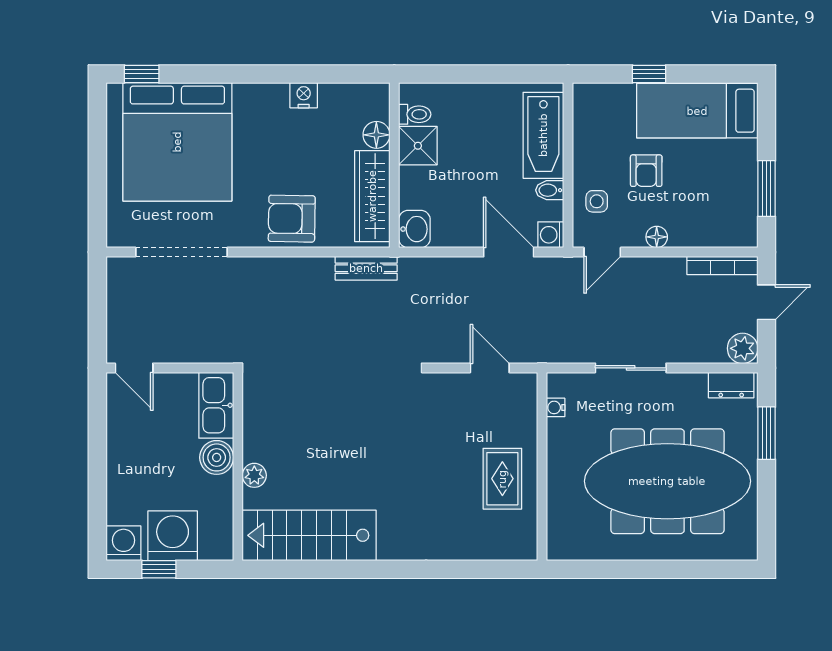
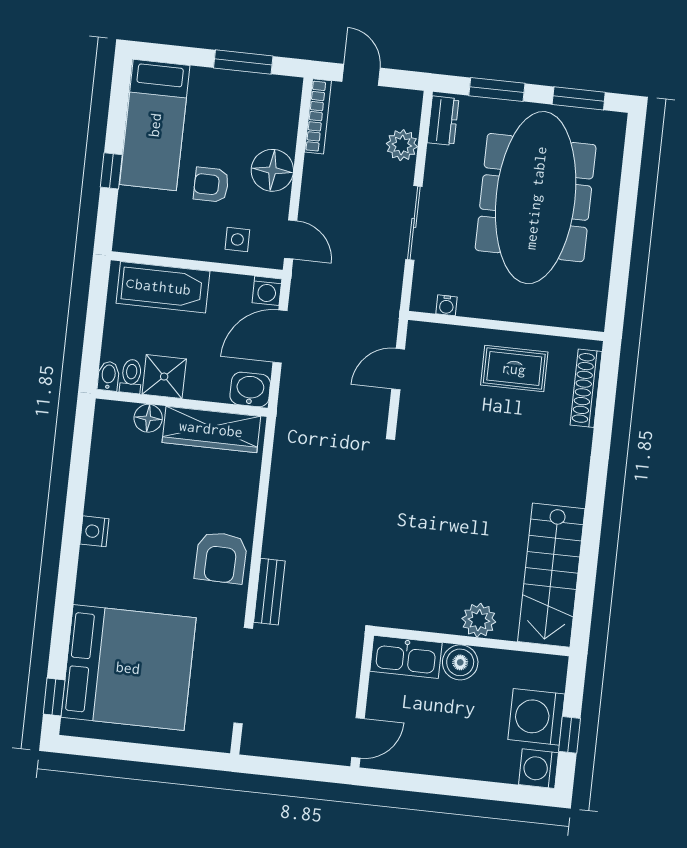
toilet: (415, 114) -> (131, 376), moved
floor lamp: (376, 135) -> (148, 418), moved
shower: (418, 146) -> (164, 377), moved
wall: (394, 165) -> (182, 403), moved
armchair: (646, 171) -> (211, 185), turned 180
bidet: (550, 190) -> (108, 376), moved, turned 180
wardrobe: (372, 196) -> (211, 429), moved
washbasin: (414, 229) -> (250, 389), moved
floor lamp: (657, 237) -> (272, 170), width x1.89, depth x1.89
bench: (366, 268) -> (269, 592), moved
plant: (743, 348) -> (402, 145), moved
plant: (254, 475) -> (479, 620), width x1.38, depth x1.38
window: (766, 512) -> (579, 98), added
shoe rack: (491, 549) -> (586, 388), added

